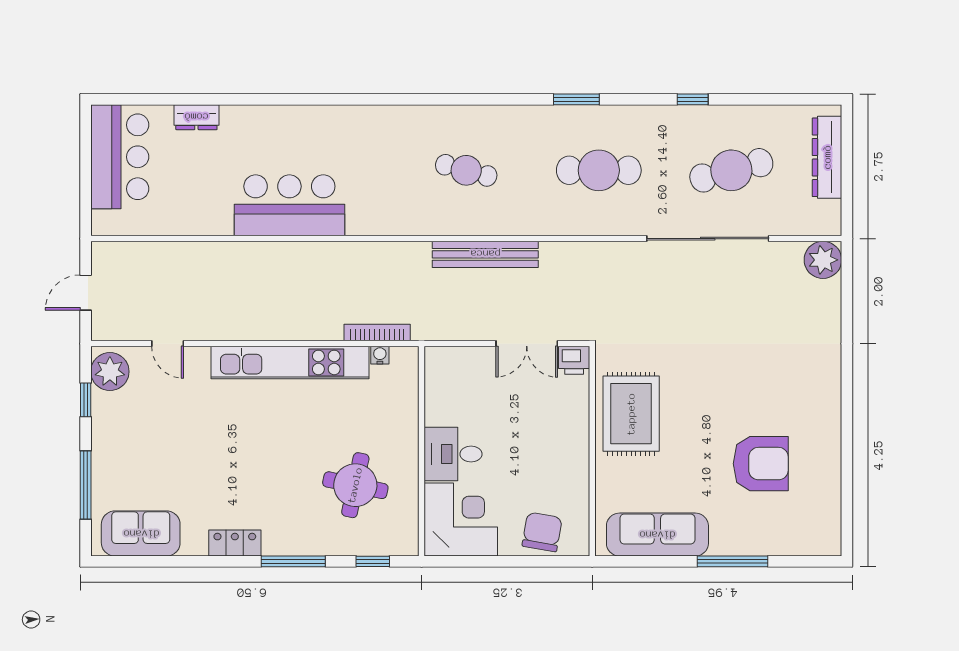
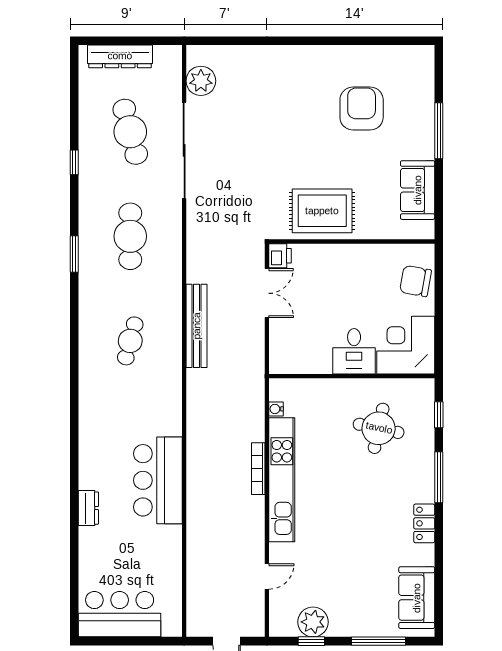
dresser: (196, 117) -> (88, 508), moved
plant: (823, 260) -> (201, 81), moved
bookcase: (377, 333) -> (258, 469), moved
plant: (110, 372) -> (313, 622), moved
sofa: (657, 535) -> (418, 190), width x0.73

